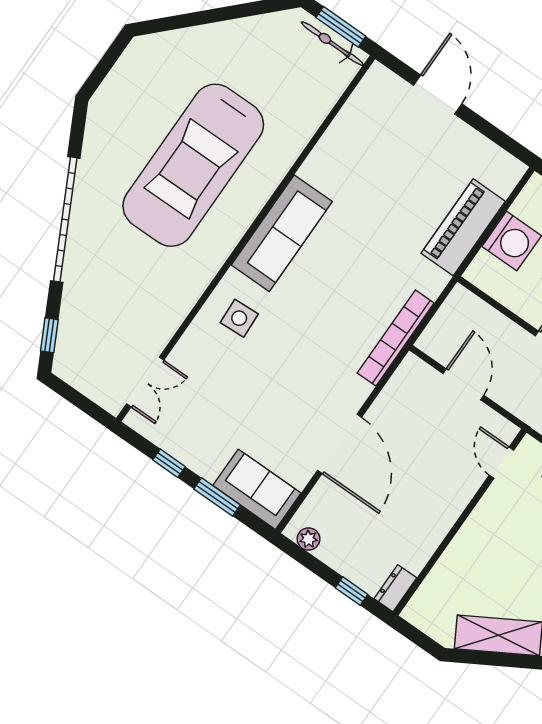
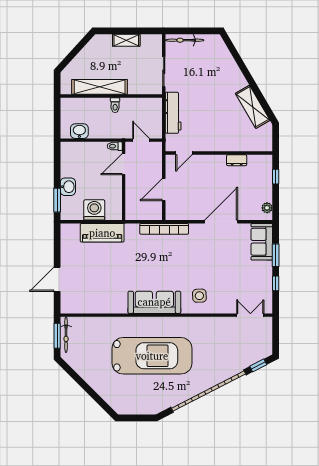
garage door: (65, 219) -> (208, 391), width x1.36
dresser: (395, 588) -> (237, 160), moved

